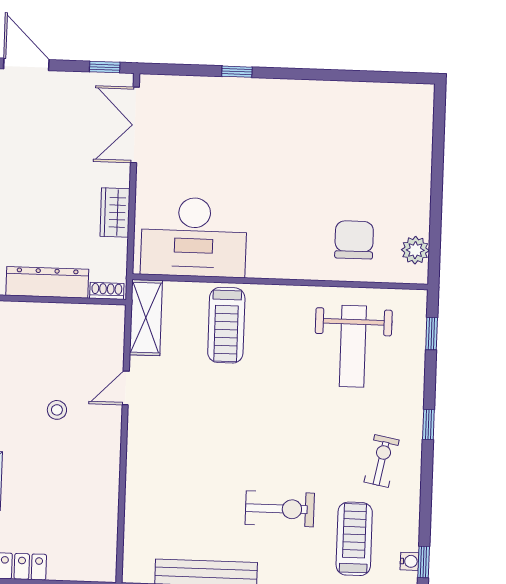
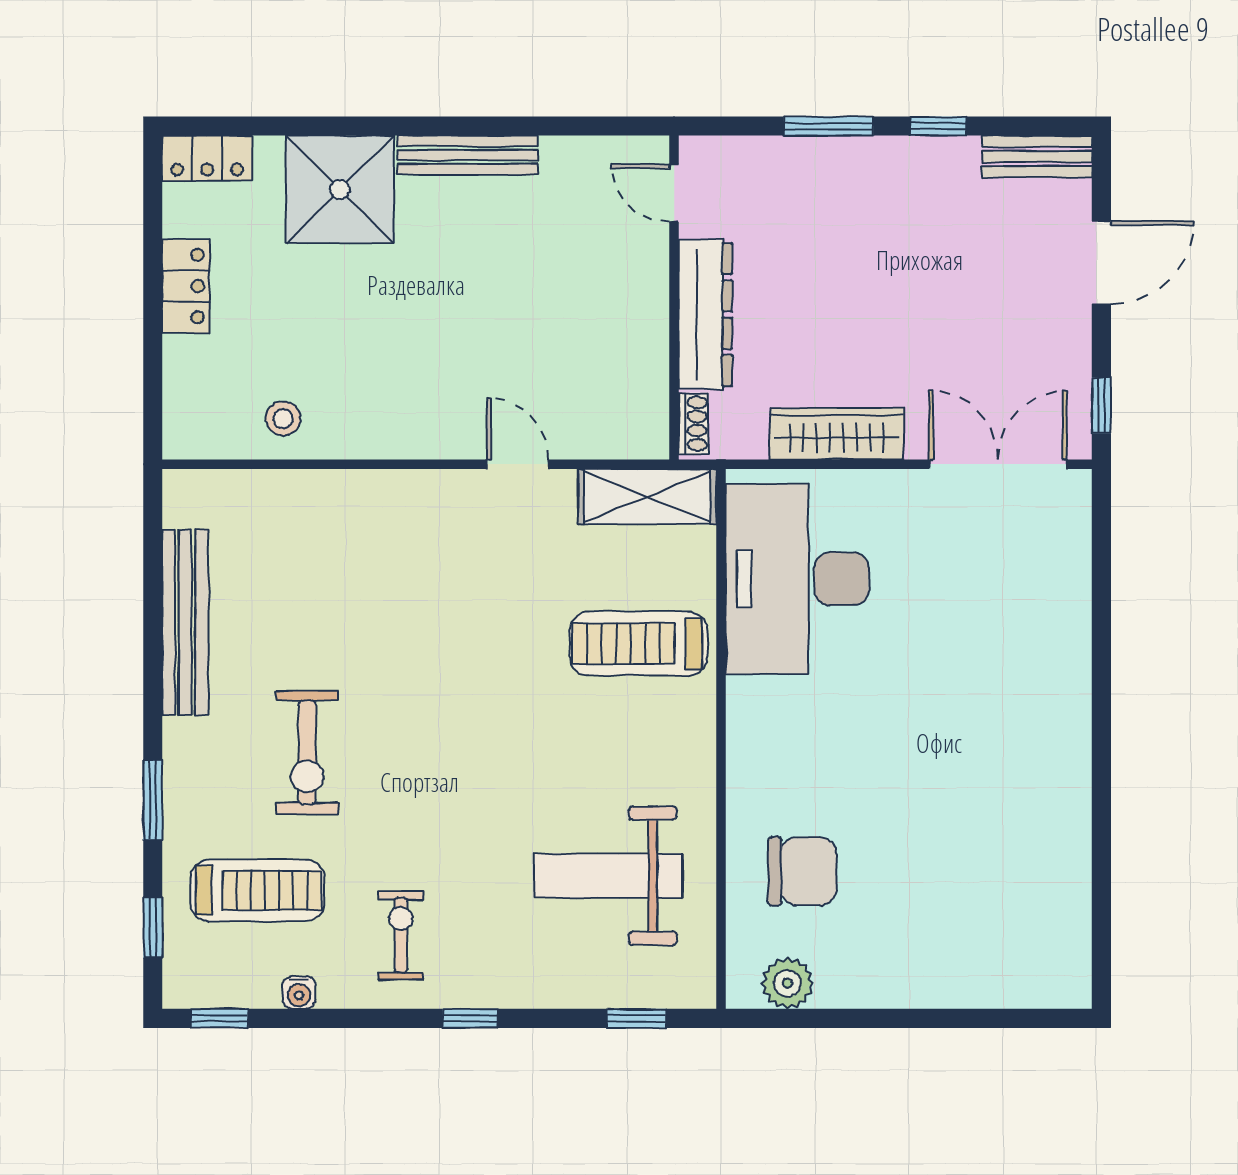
window: (237, 72) -> (1101, 647), removed
wardrobe: (115, 213) -> (837, 434), width x1.50
stool: (57, 410) -> (283, 418), moved
exercise bike: (382, 461) -> (401, 935), turned -101
water cooler: (409, 561) -> (299, 993), moved

